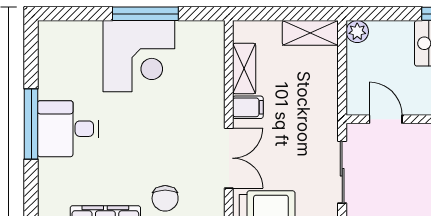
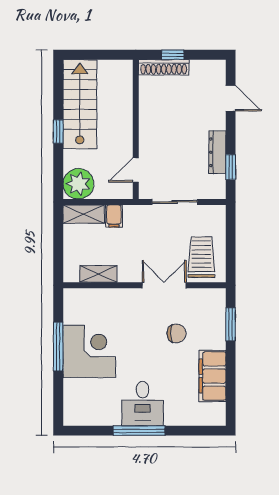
plant: (357, 32) -> (78, 184), width x1.88, depth x1.88
shelving: (310, 33) -> (84, 214), moved, turned 90
filing cabinet: (248, 107) -> (114, 216), moved, turned 180
chair: (165, 198) -> (176, 333), moved

